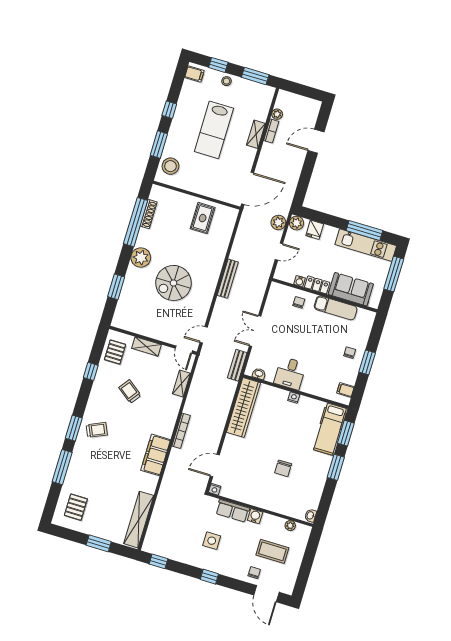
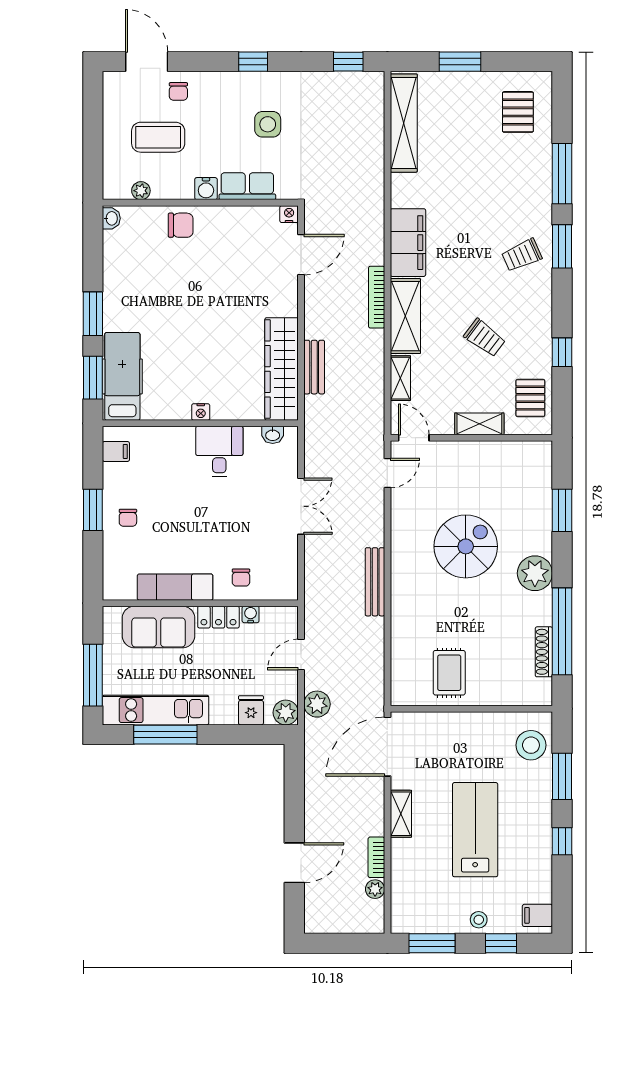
shelving: (256, 134) -> (401, 814), moved
bench: (237, 365) -> (314, 367), moved
shelving: (169, 416) -> (405, 316), added
chair: (283, 468) -> (181, 225), moved, turned 90

